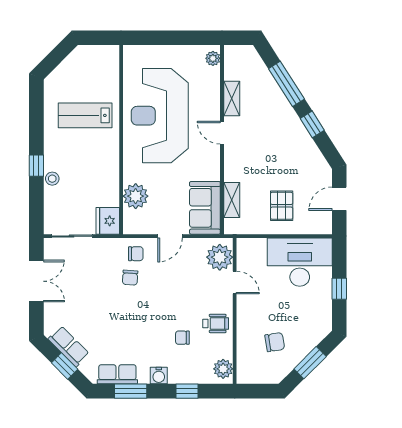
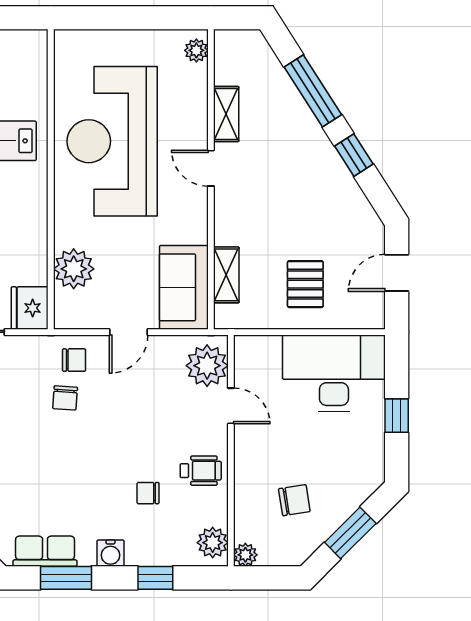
plant: (244, 377) -> (245, 555), added

